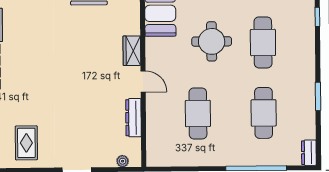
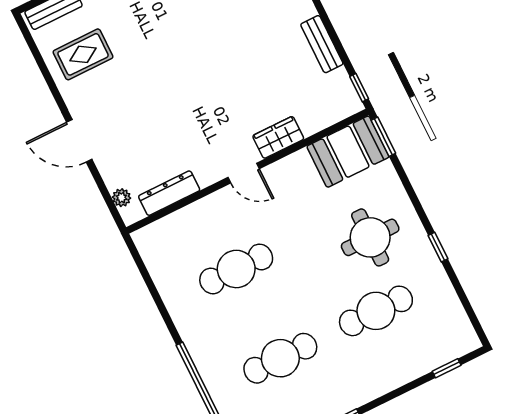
round table: (212, 41) -> (370, 237), moved
door: (143, 82) -> (244, 173), hinge flipped
dresser: (133, 118) -> (169, 193), moved

